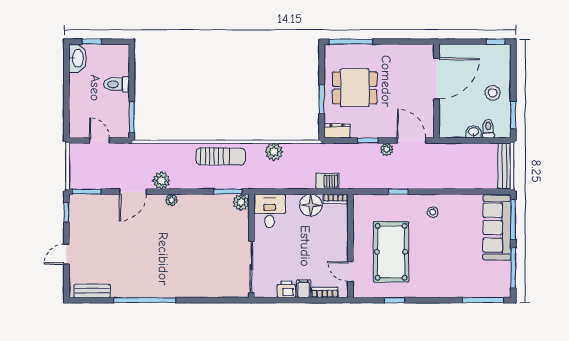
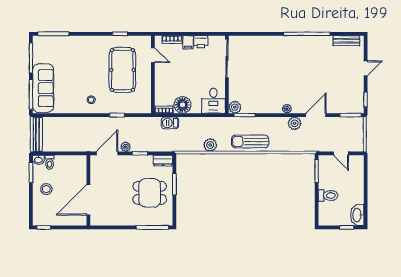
washbasin: (473, 132) -> (38, 160), moved
door: (412, 141) -> (107, 153), swing flipped

